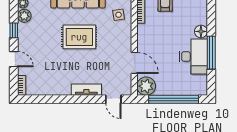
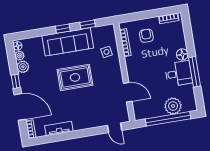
desk: (193, 57) -> (179, 74), width x0.73
door: (14, 59) -> (20, 107), width x1.88
plant: (146, 86) -> (173, 106), moved
tv unit: (86, 90) -> (59, 128), moved

